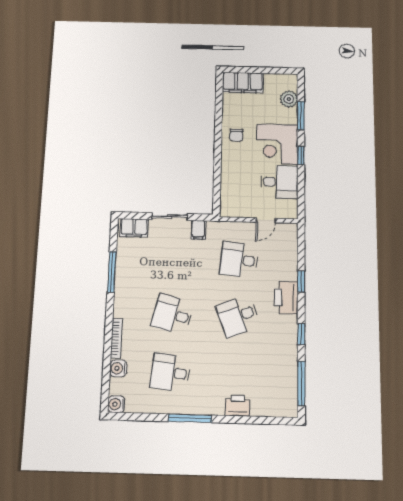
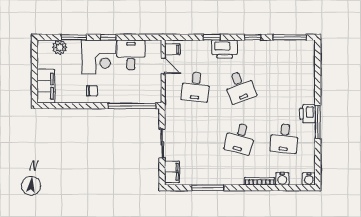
window: (217, 182) -> (132, 106), added
filing cabinet: (198, 230) -> (172, 49), moved
printer: (238, 406) -> (308, 114), moved

